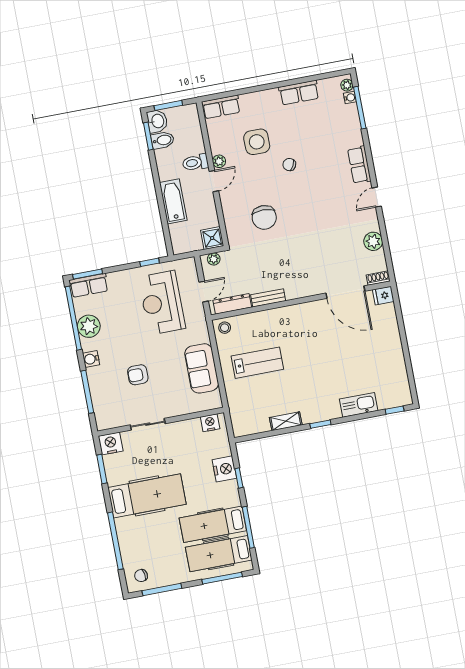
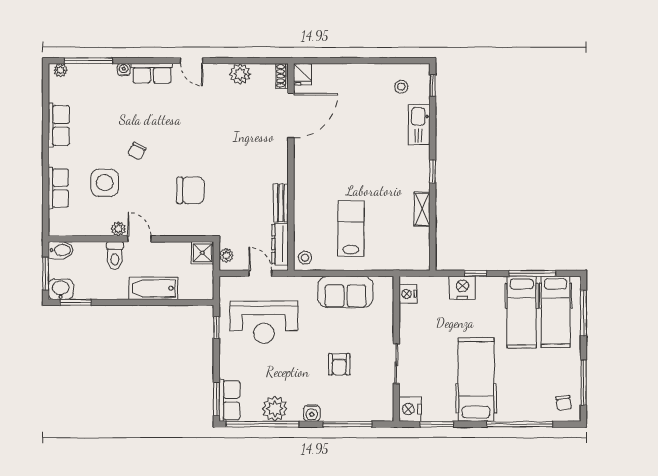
water cooler: (350, 98) -> (124, 70), moved
row of seats: (221, 107) -> (58, 188), moved
bidet: (163, 140) -> (61, 250), moved, turned 90
stool: (388, 383) -> (401, 87), added

